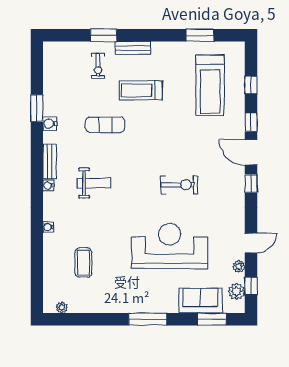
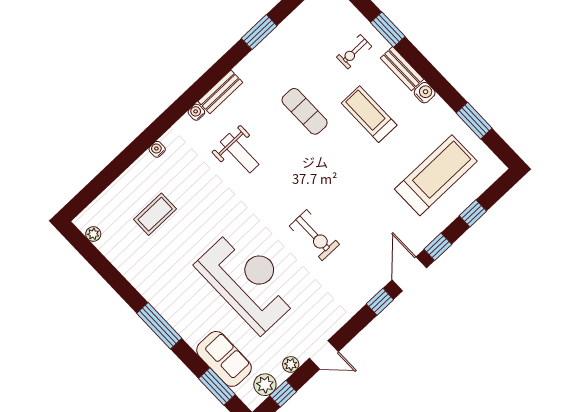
treadmill: (210, 85) -> (436, 175), turned 180
water cooler: (50, 124) -> (425, 93), moved, turned 90

